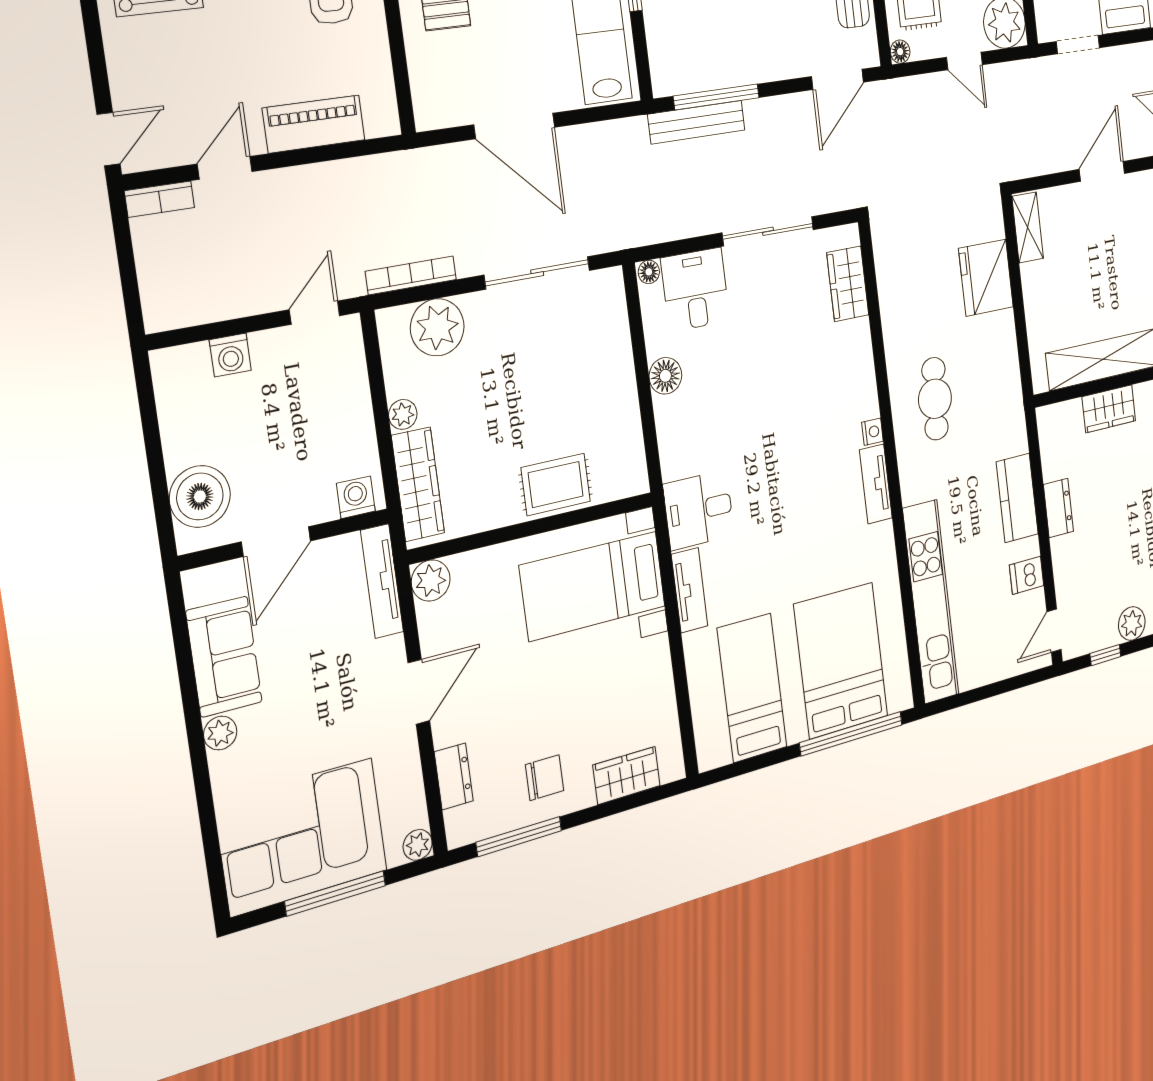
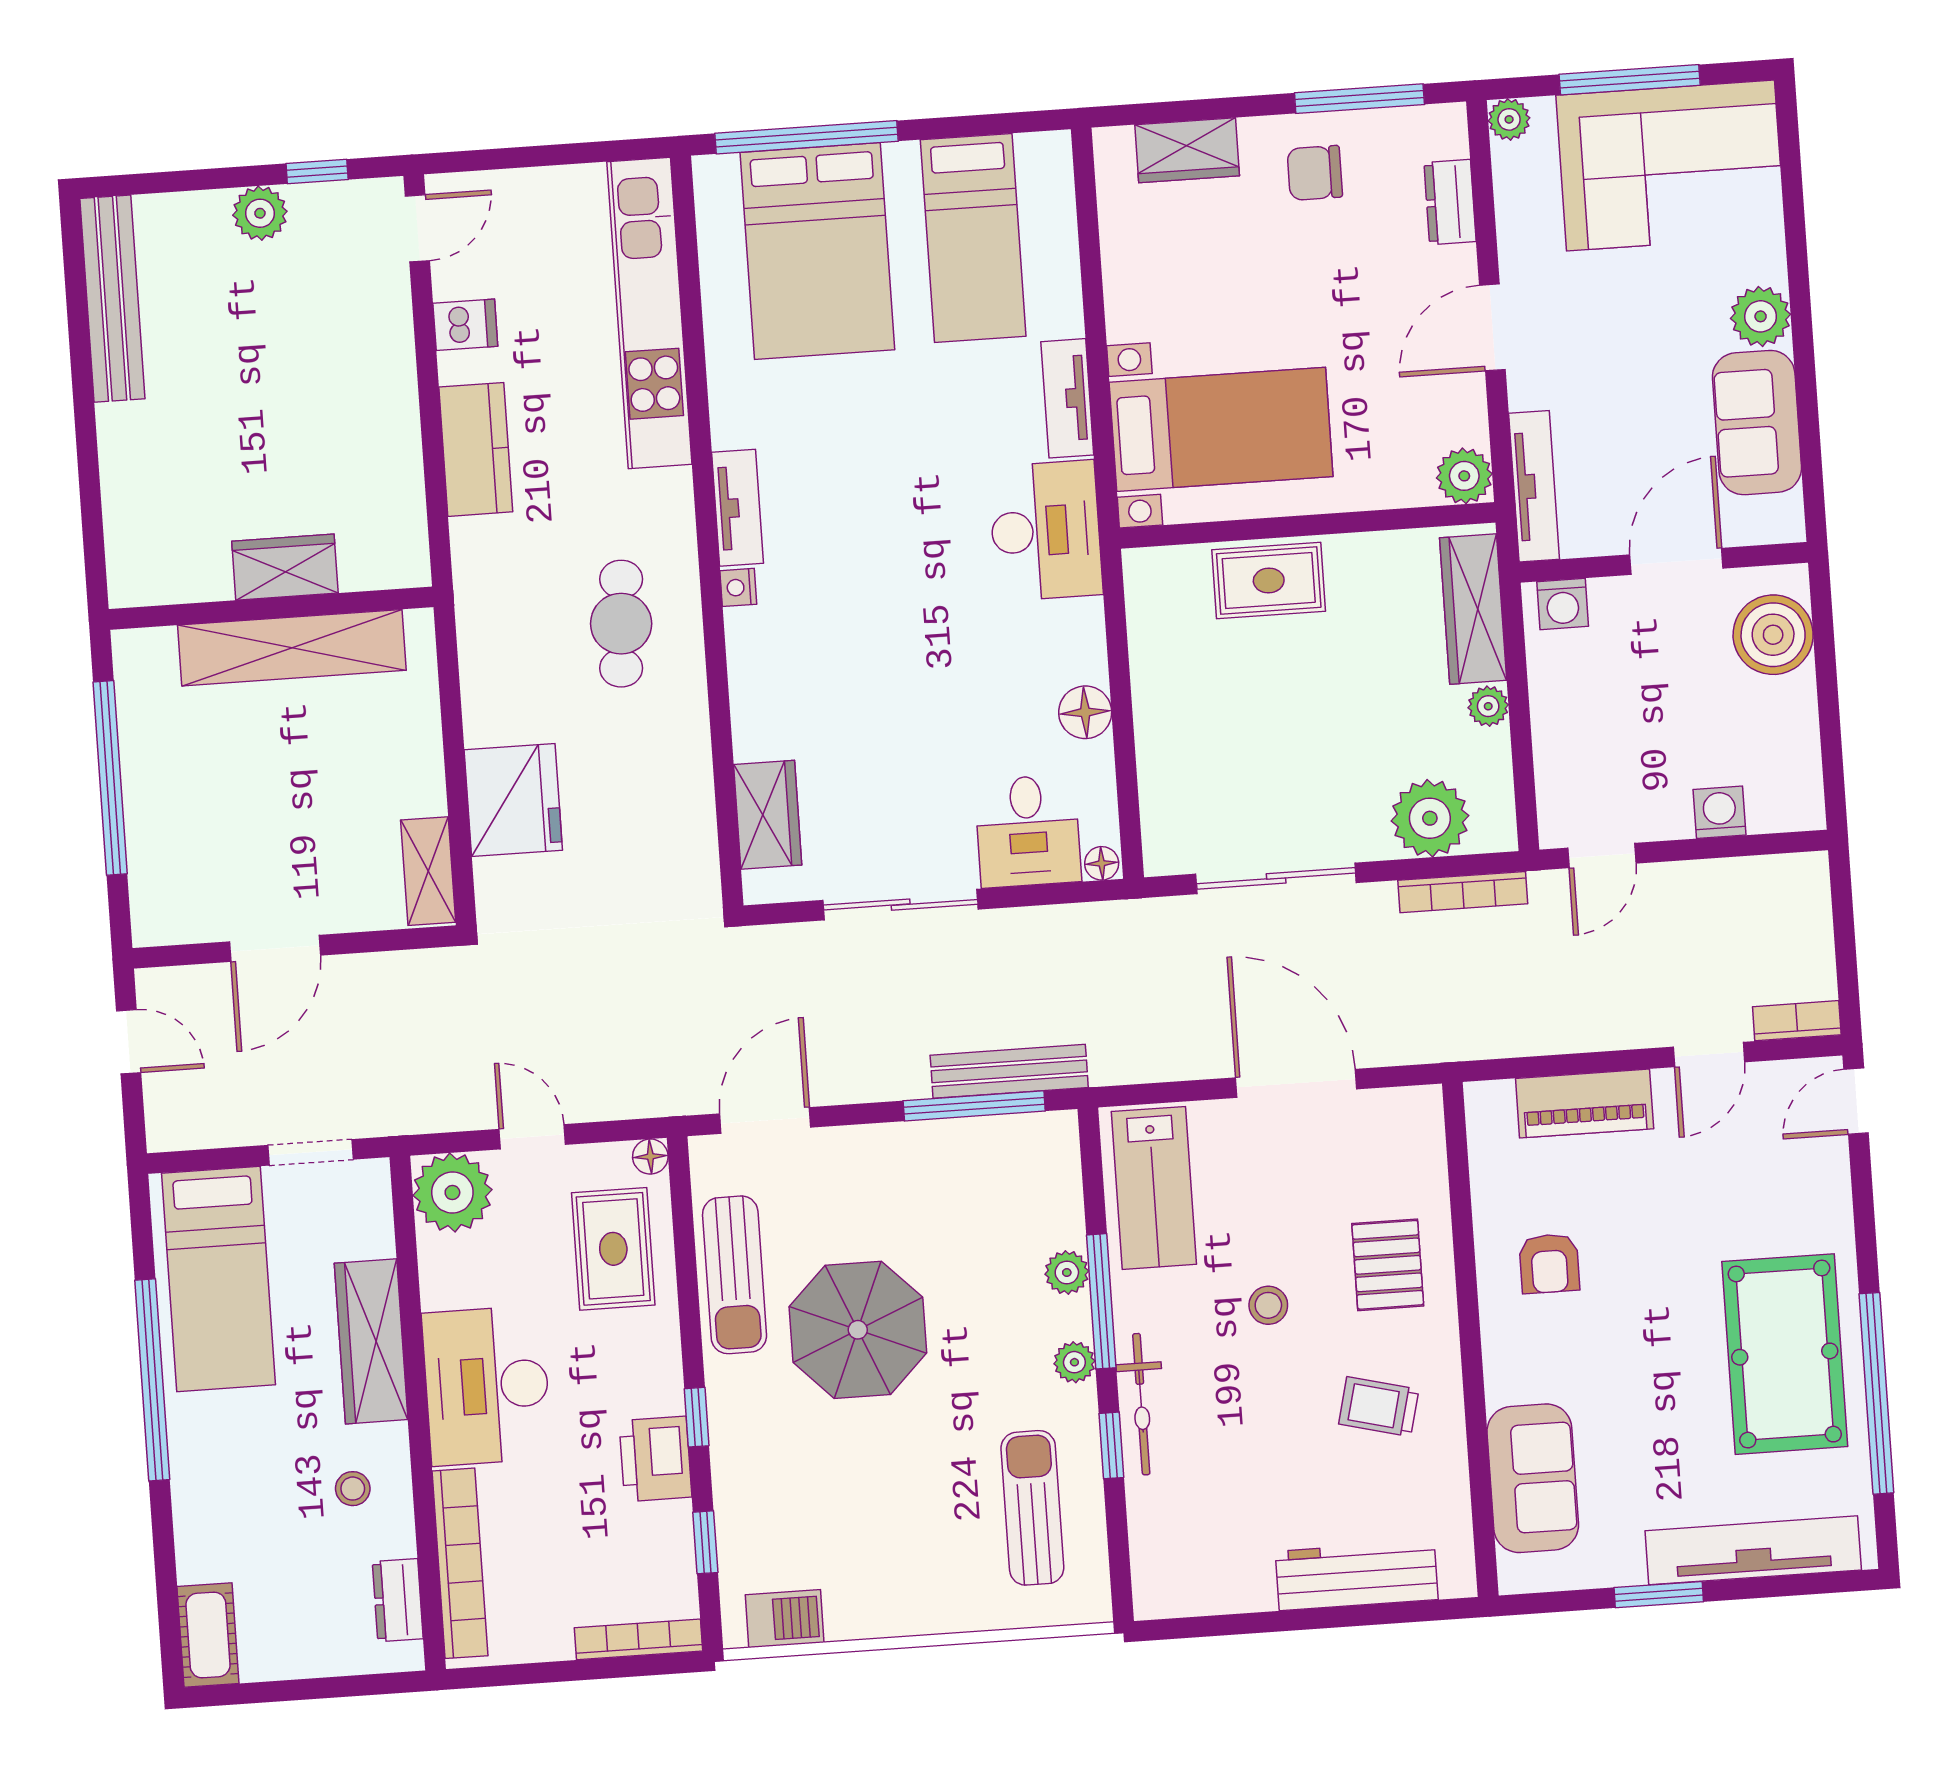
dresser: (1058, 508) -> (396, 422), removed
desk: (699, 510) -> (1046, 531), width x1.37
plant: (220, 733) -> (1761, 316), width x1.38, depth x1.38

